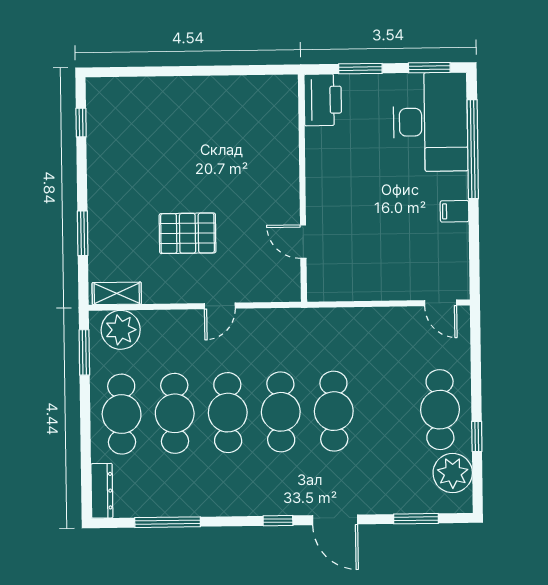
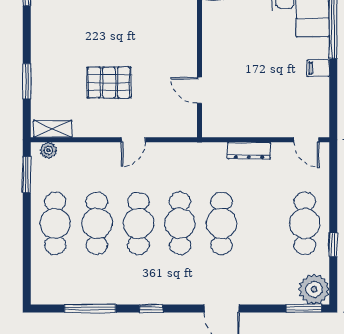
plant: (121, 330) -> (48, 150), width x0.53, depth x0.53
plant: (453, 473) -> (314, 289), moved
dresser: (102, 491) -> (249, 151), moved, turned 90
window: (416, 519) -> (304, 309), moved
window: (278, 521) -> (151, 309), moved

